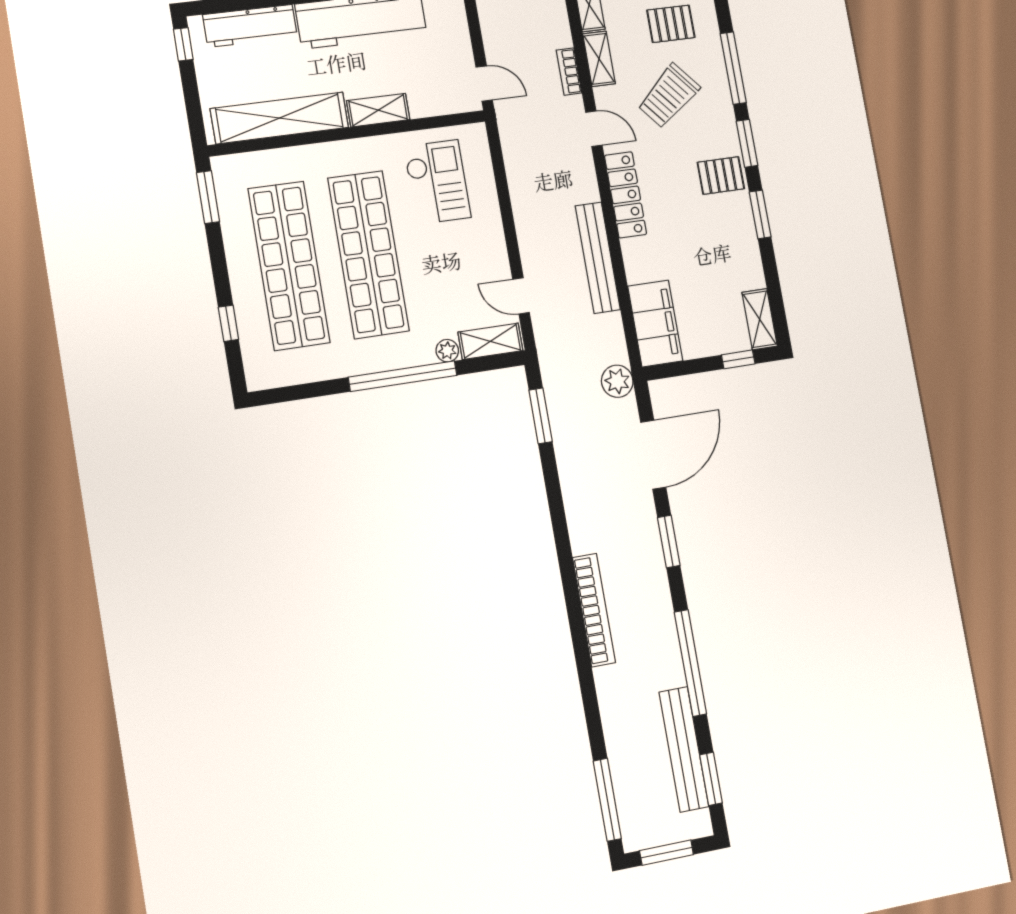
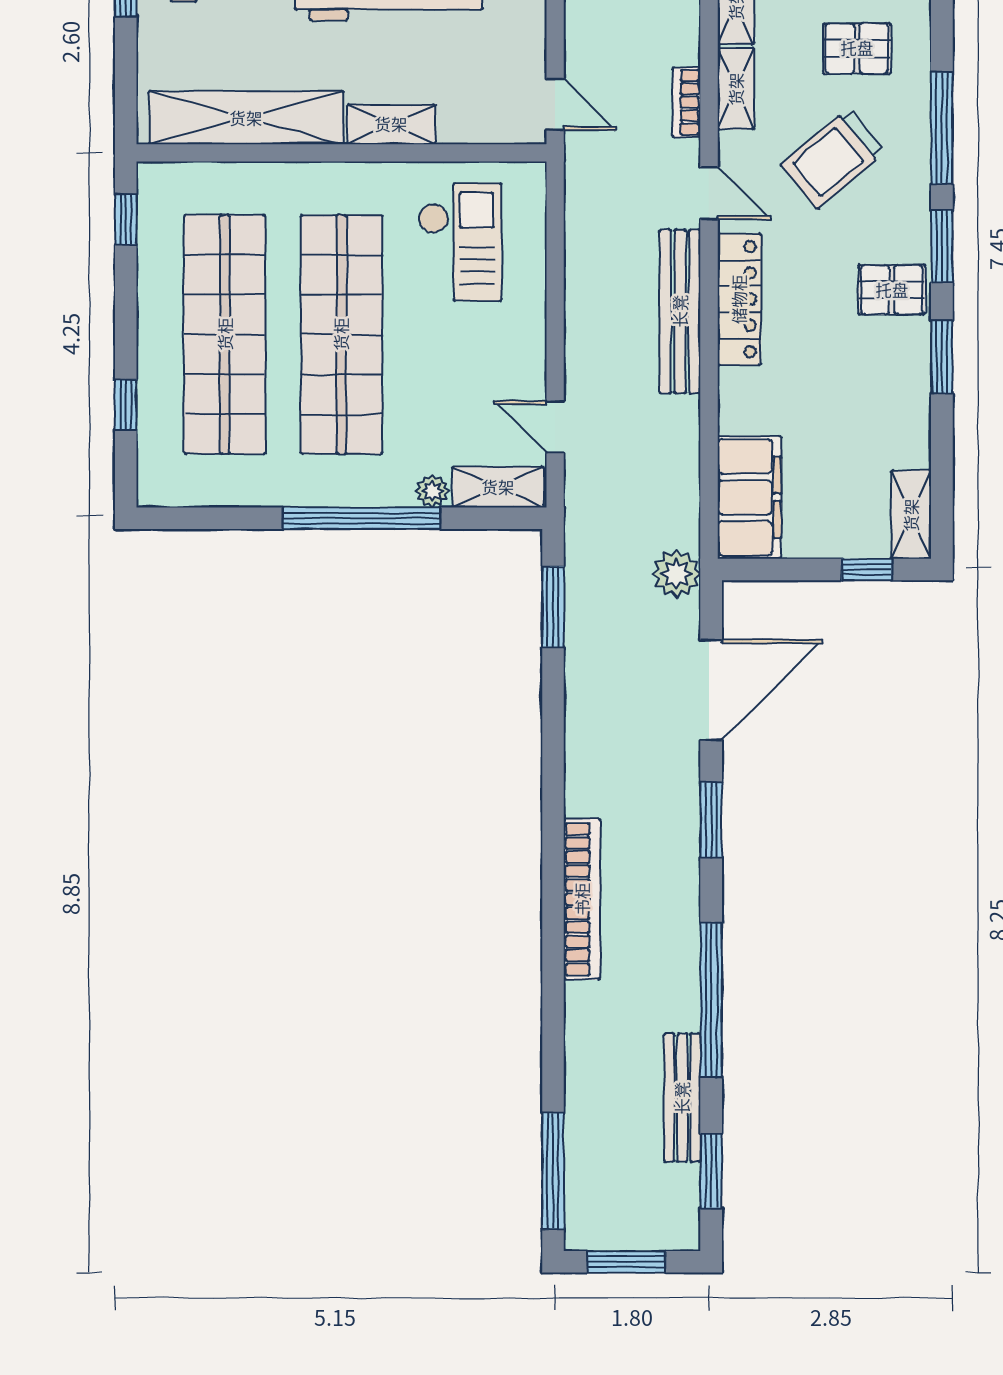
window: (208, 197) -> (126, 219), width x0.67
bench: (598, 258) -> (680, 311), moved
bench: (684, 749) -> (682, 1098), width x0.73, depth x0.82

